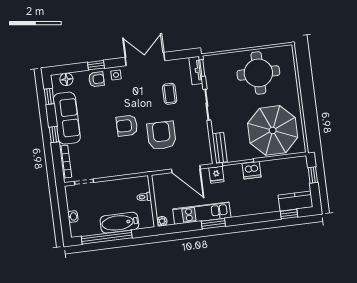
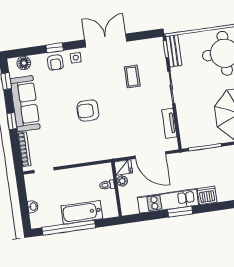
tv unit: (196, 70) -> (169, 123), moved
armchair: (96, 79) -> (55, 63), turned 90
armchair: (162, 135) -> (124, 120), removed
bench: (220, 148) -> (174, 51), moved
dishwasher: (252, 170) -> (207, 195), moved, turned 180
fridge: (216, 175) -> (123, 167), moved, turned -90
plant: (162, 221) -> (122, 181), moved

